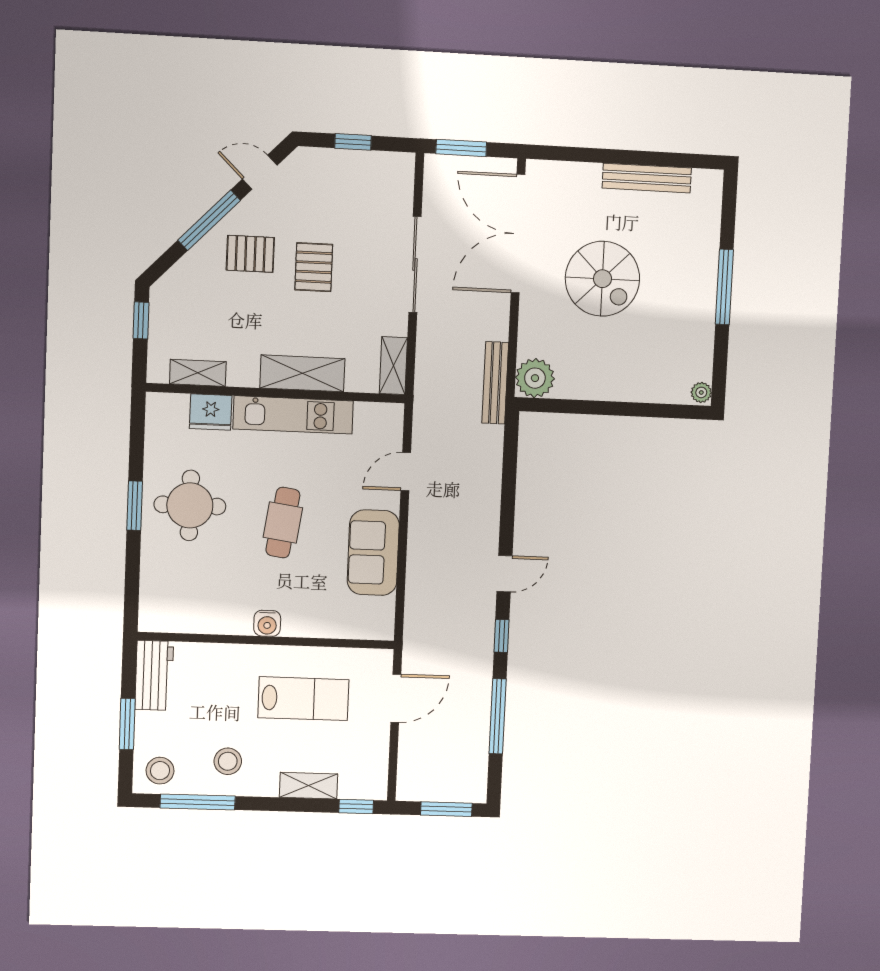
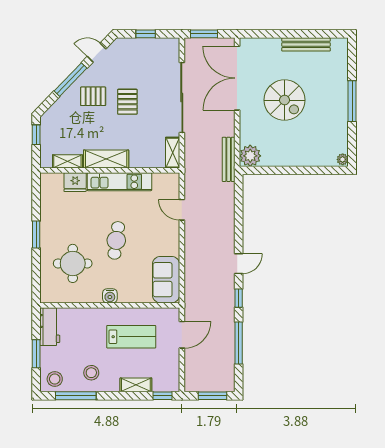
sliding door: (415, 264) -> (182, 97), width x1.36
shelving: (302, 373) -> (106, 159), moved
door: (406, 472) -> (182, 210), hinge flipped
round table: (190, 505) -> (73, 263), moved
sofa: (373, 553) -> (166, 280), moved

